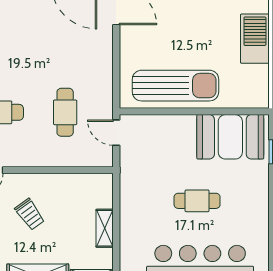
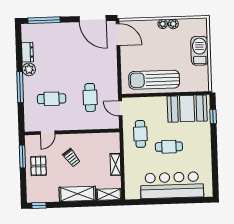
sun lounger: (175, 86) -> (154, 80), turned 180
cafe table: (149, 177) -> (140, 134), added

